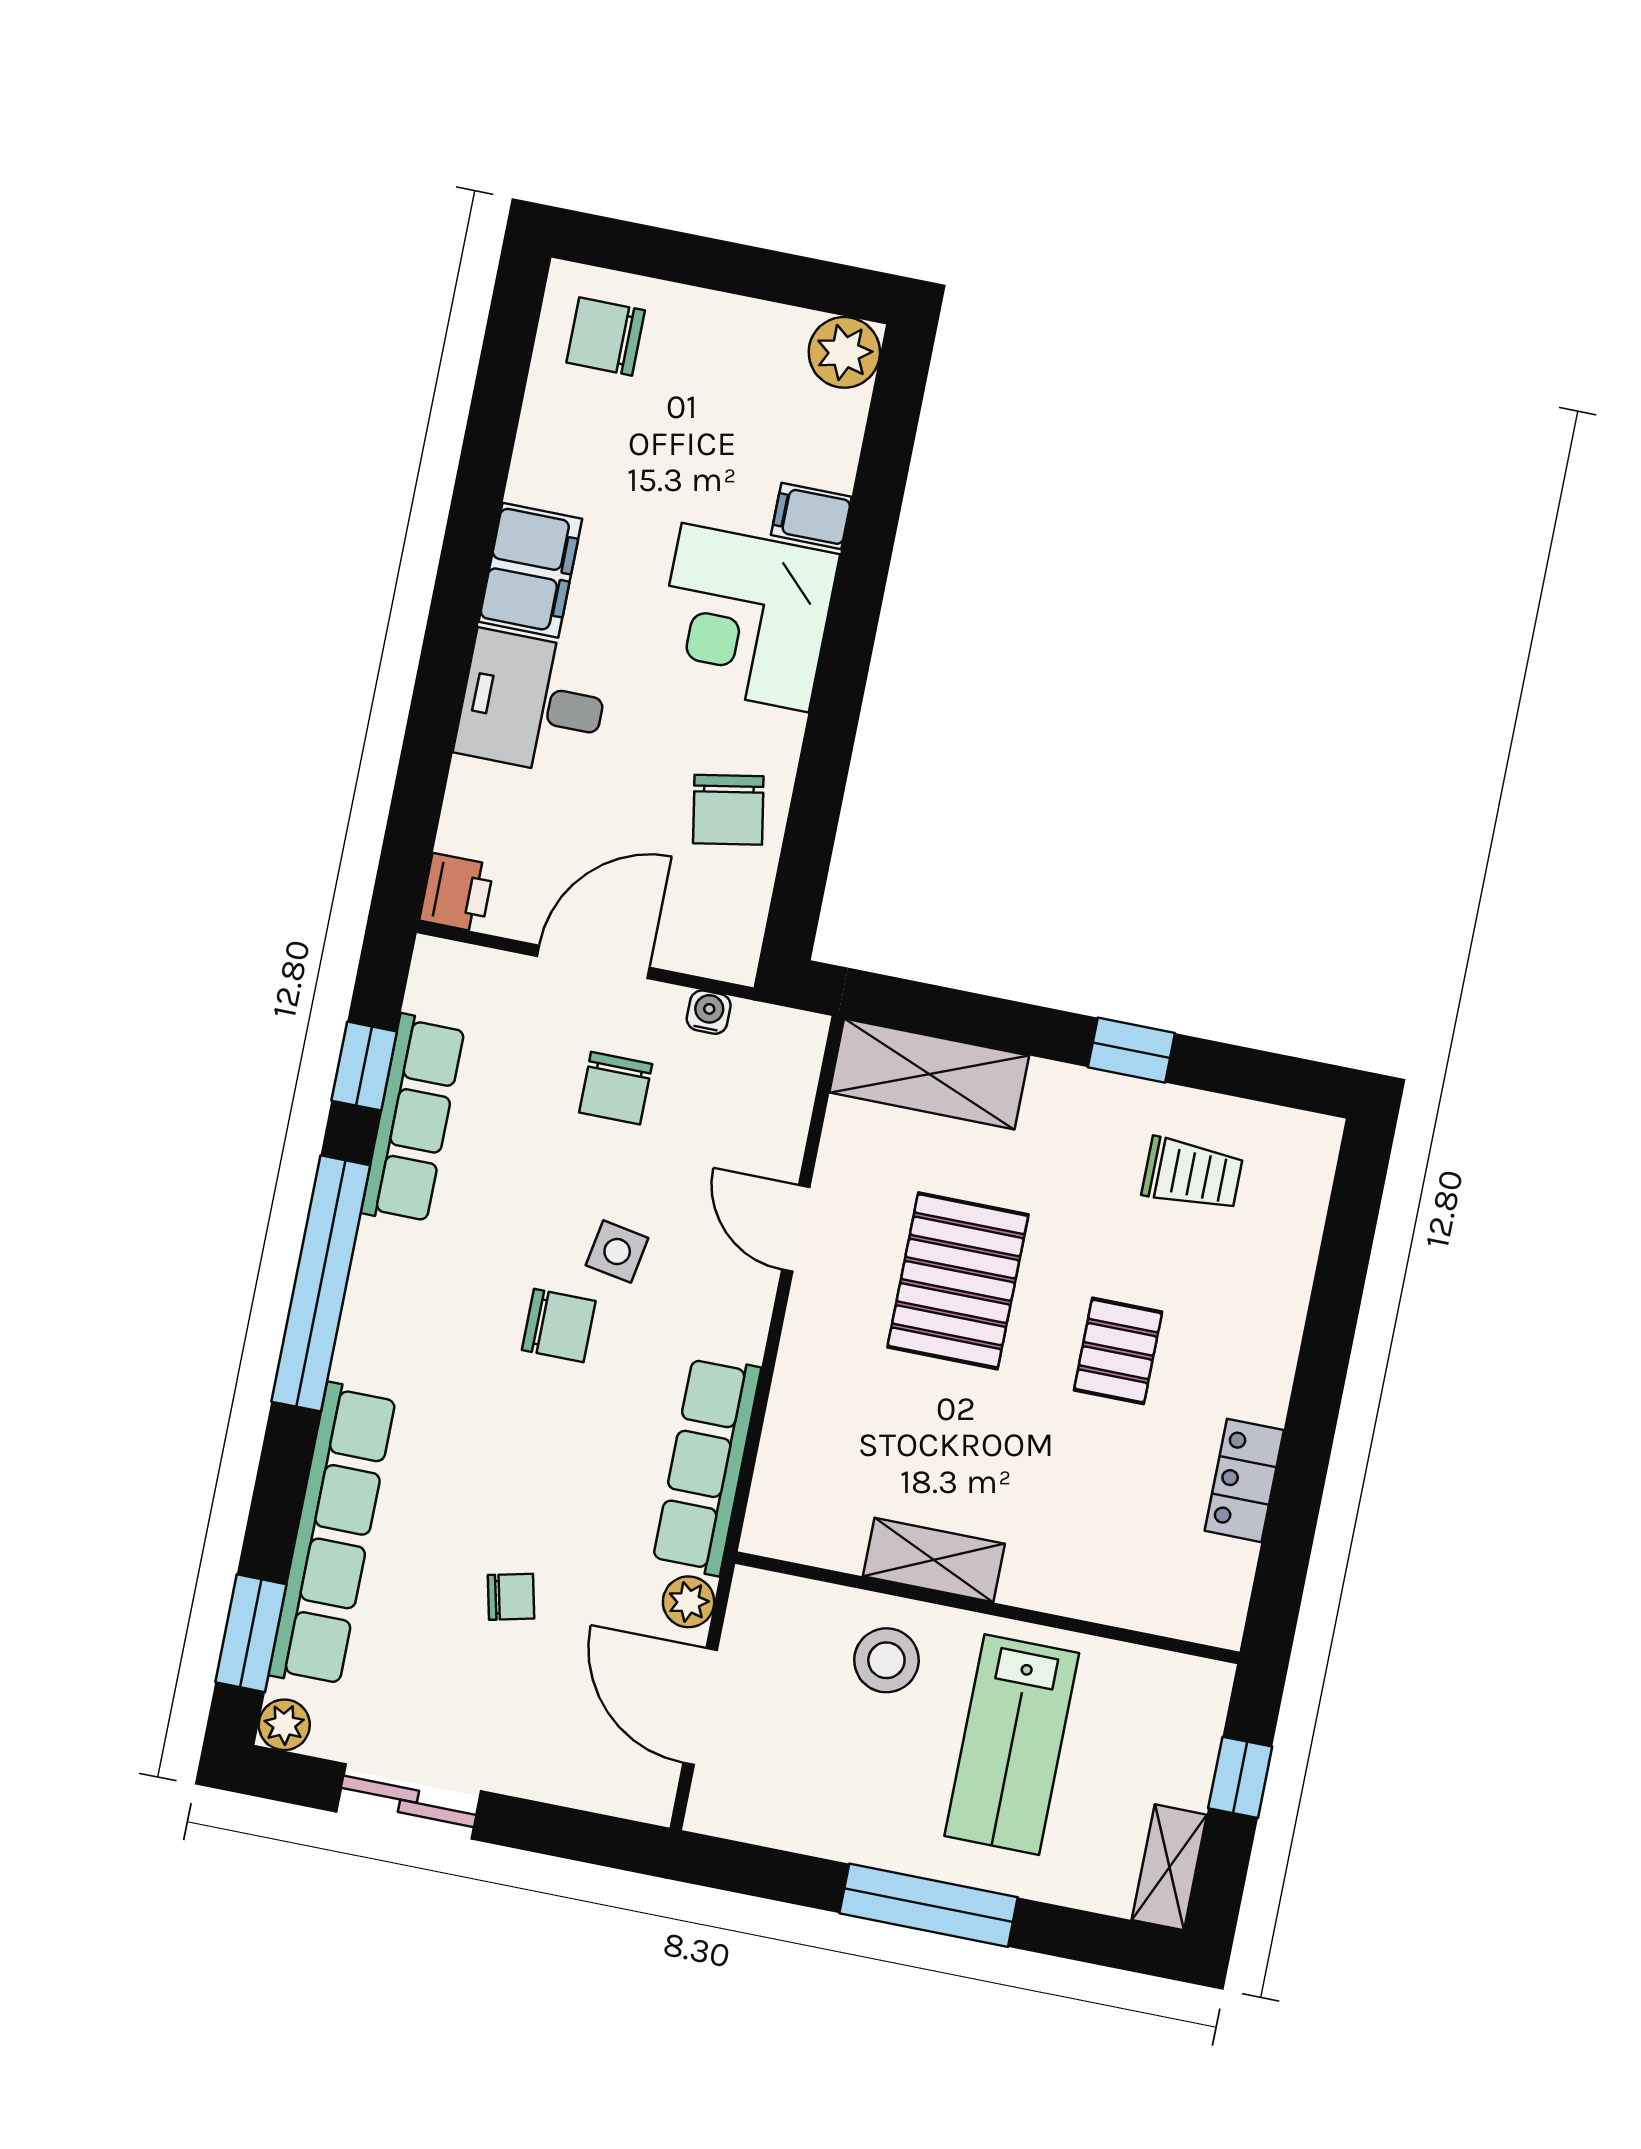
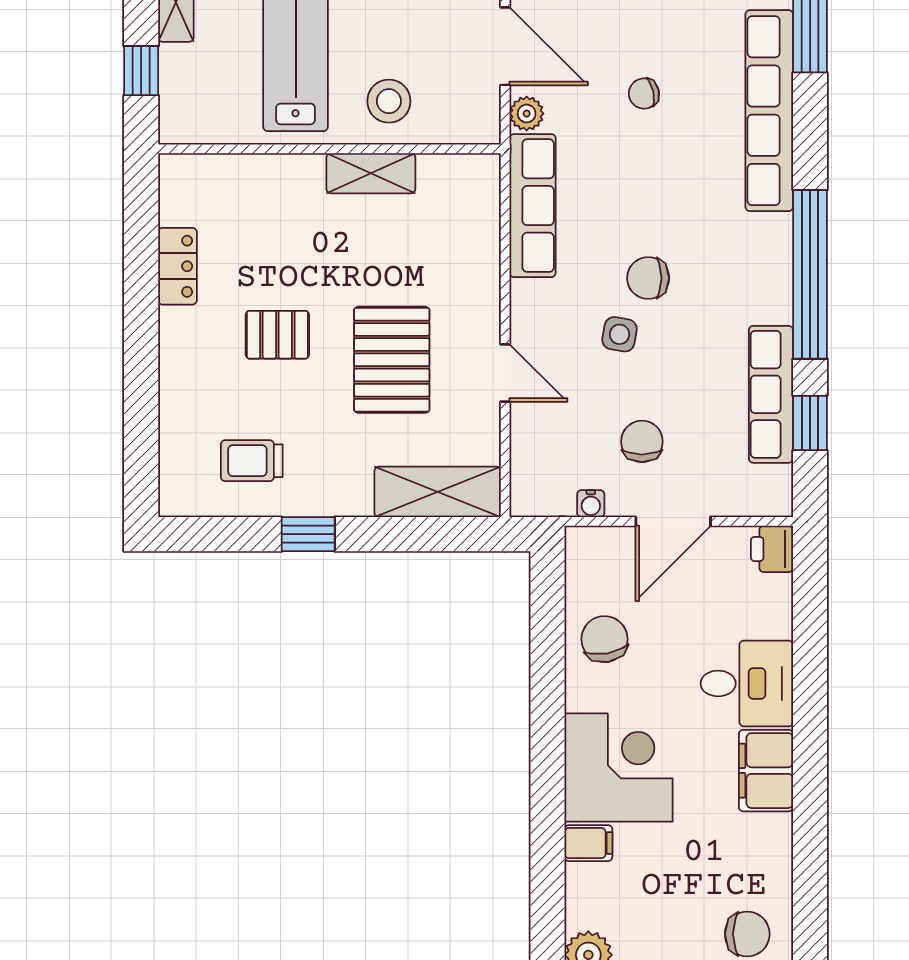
pallet: (1118, 1351) -> (277, 335), turned 90

